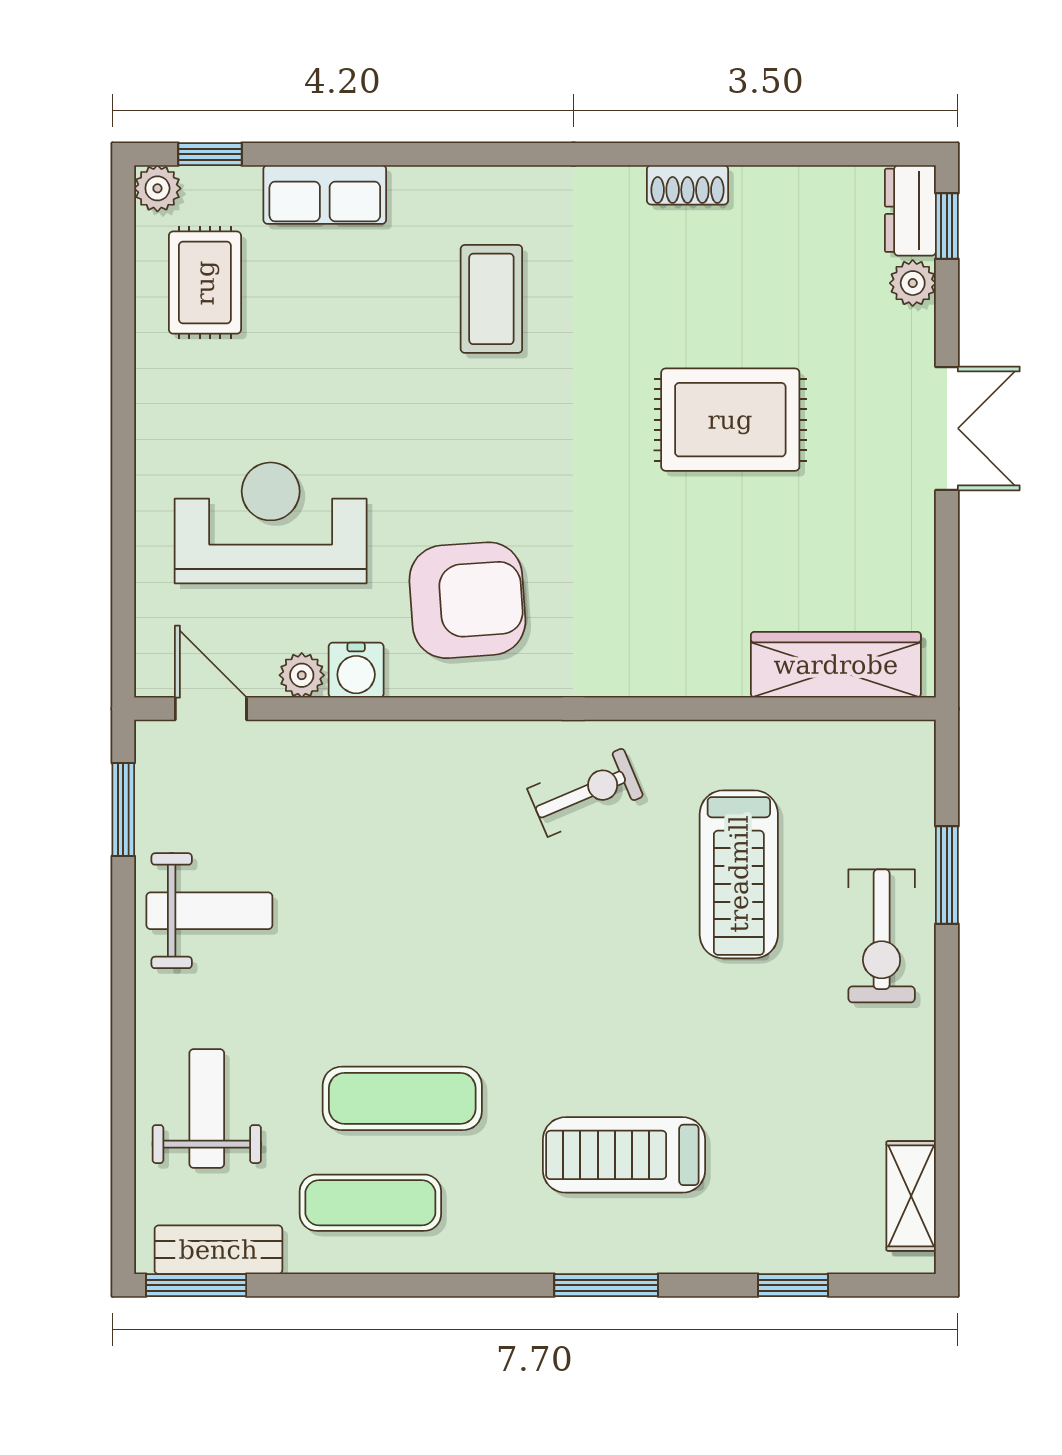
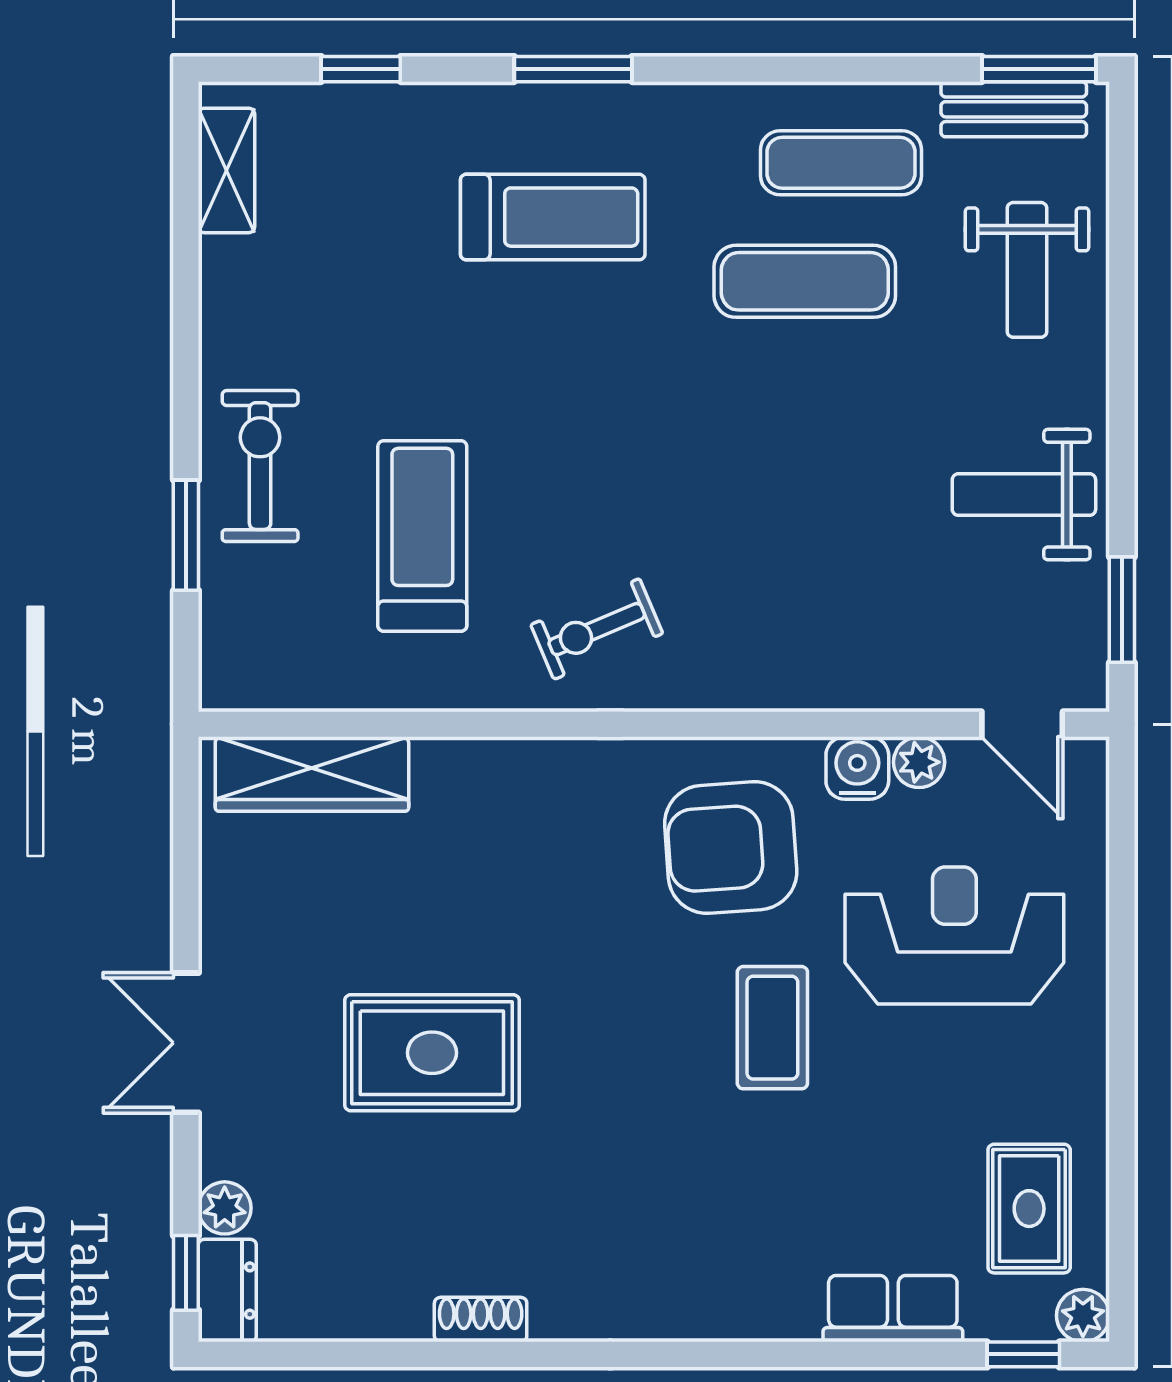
coffee table: (491, 299) -> (772, 1028), moved
reception desk: (271, 523) -> (954, 935), turned 180

